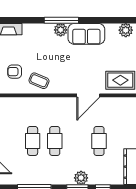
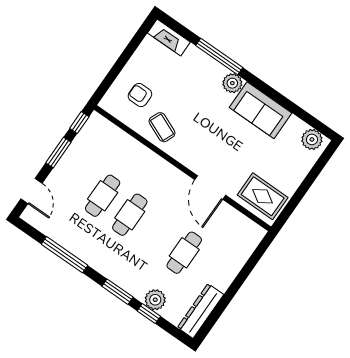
window: (61, 20) -> (219, 56), moved
door: (88, 95) -> (210, 187), hinge flipped
plant: (81, 178) -> (155, 300), moved

